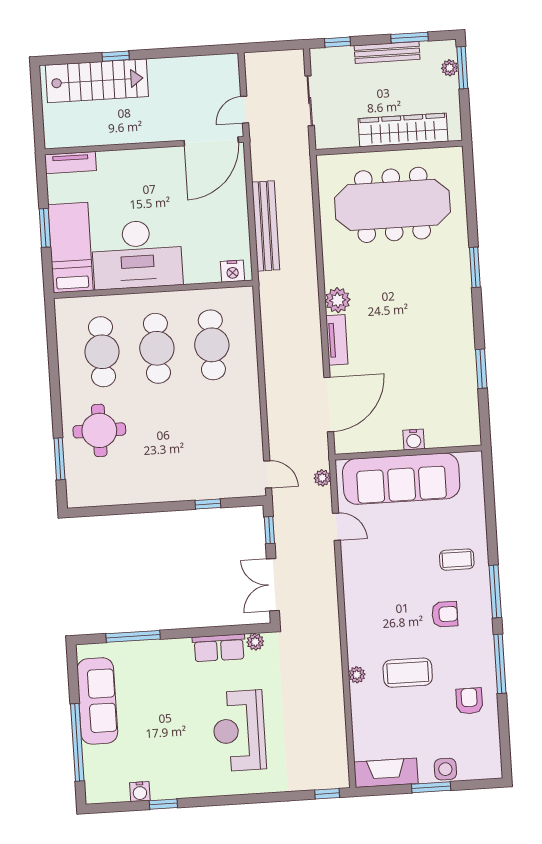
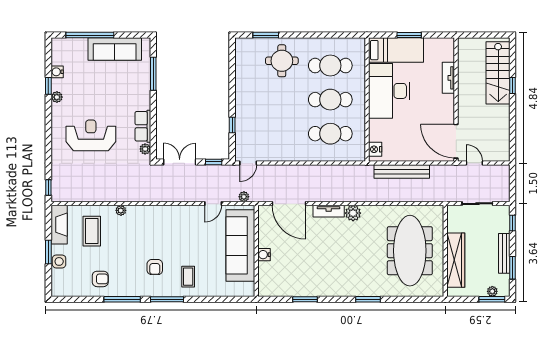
tv unit: (71, 163) -> (448, 78), moved
coffee table: (408, 673) -> (92, 231), moved
plant: (181, 789) -> (57, 97), added

